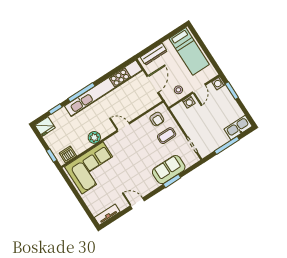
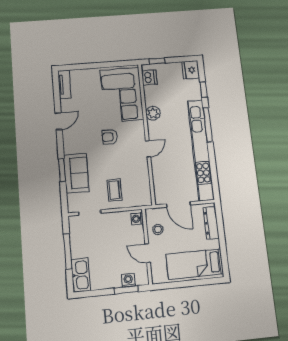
washing machine: (218, 83) -> (128, 280), moved
washing machine: (189, 102) -> (137, 219), moved
armchair: (157, 119) -> (110, 137), moved

